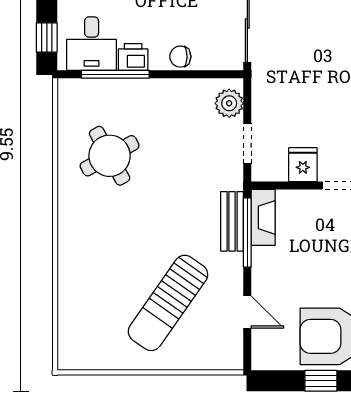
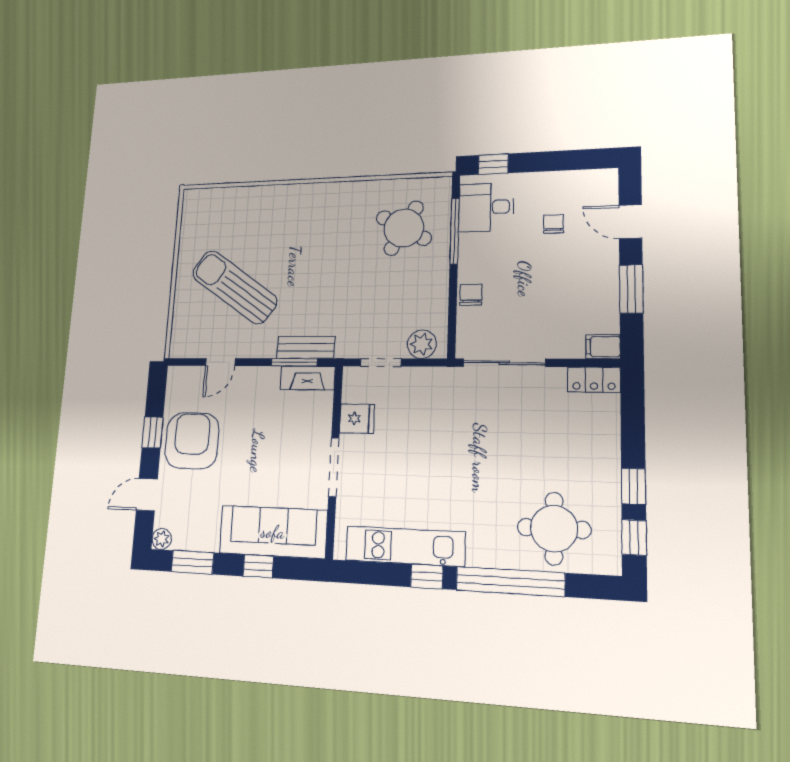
printer: (133, 57) -> (472, 248), removed
round table: (110, 156) -> (404, 228), moved, turned -32
window: (247, 233) -> (294, 362), width x0.69

